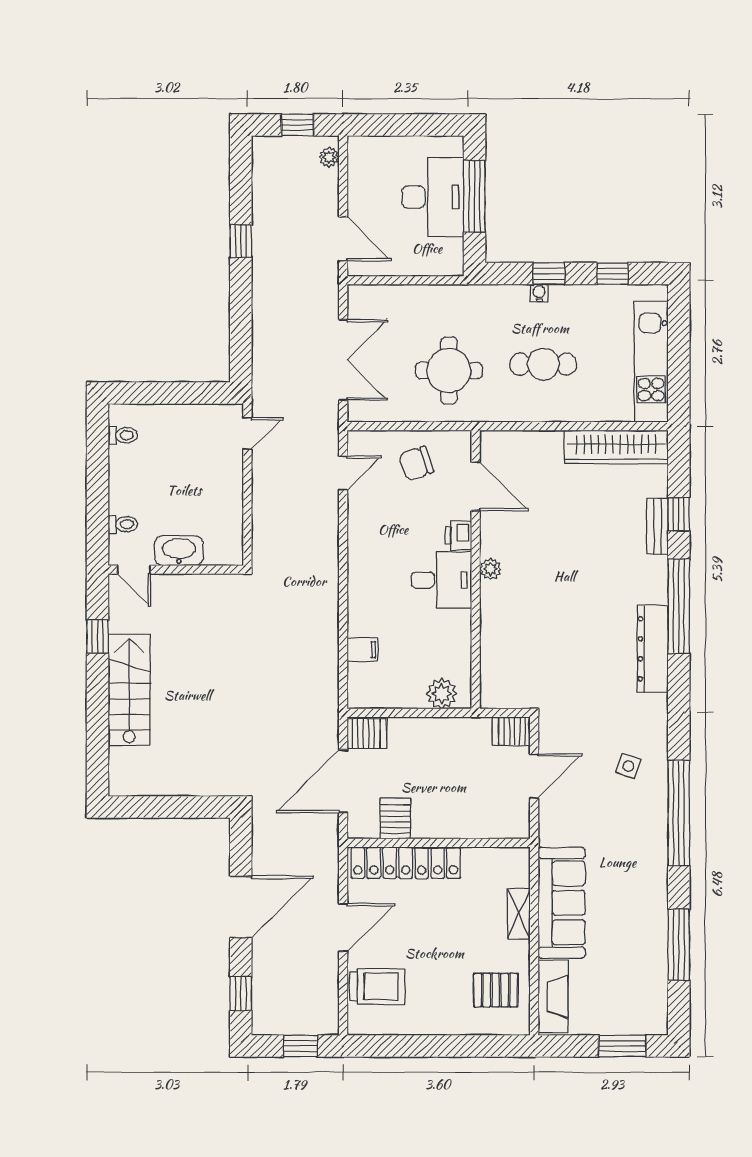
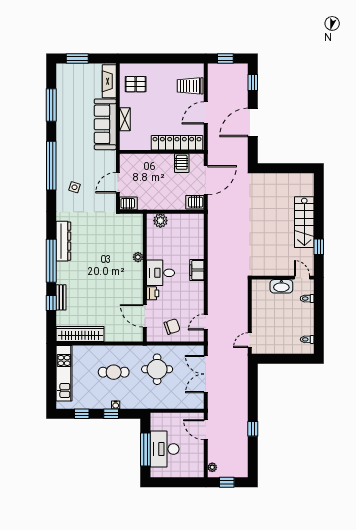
plant: (491, 569) -> (138, 257), moved
filing cabinet: (362, 650) -> (197, 270), moved, width x2.00

